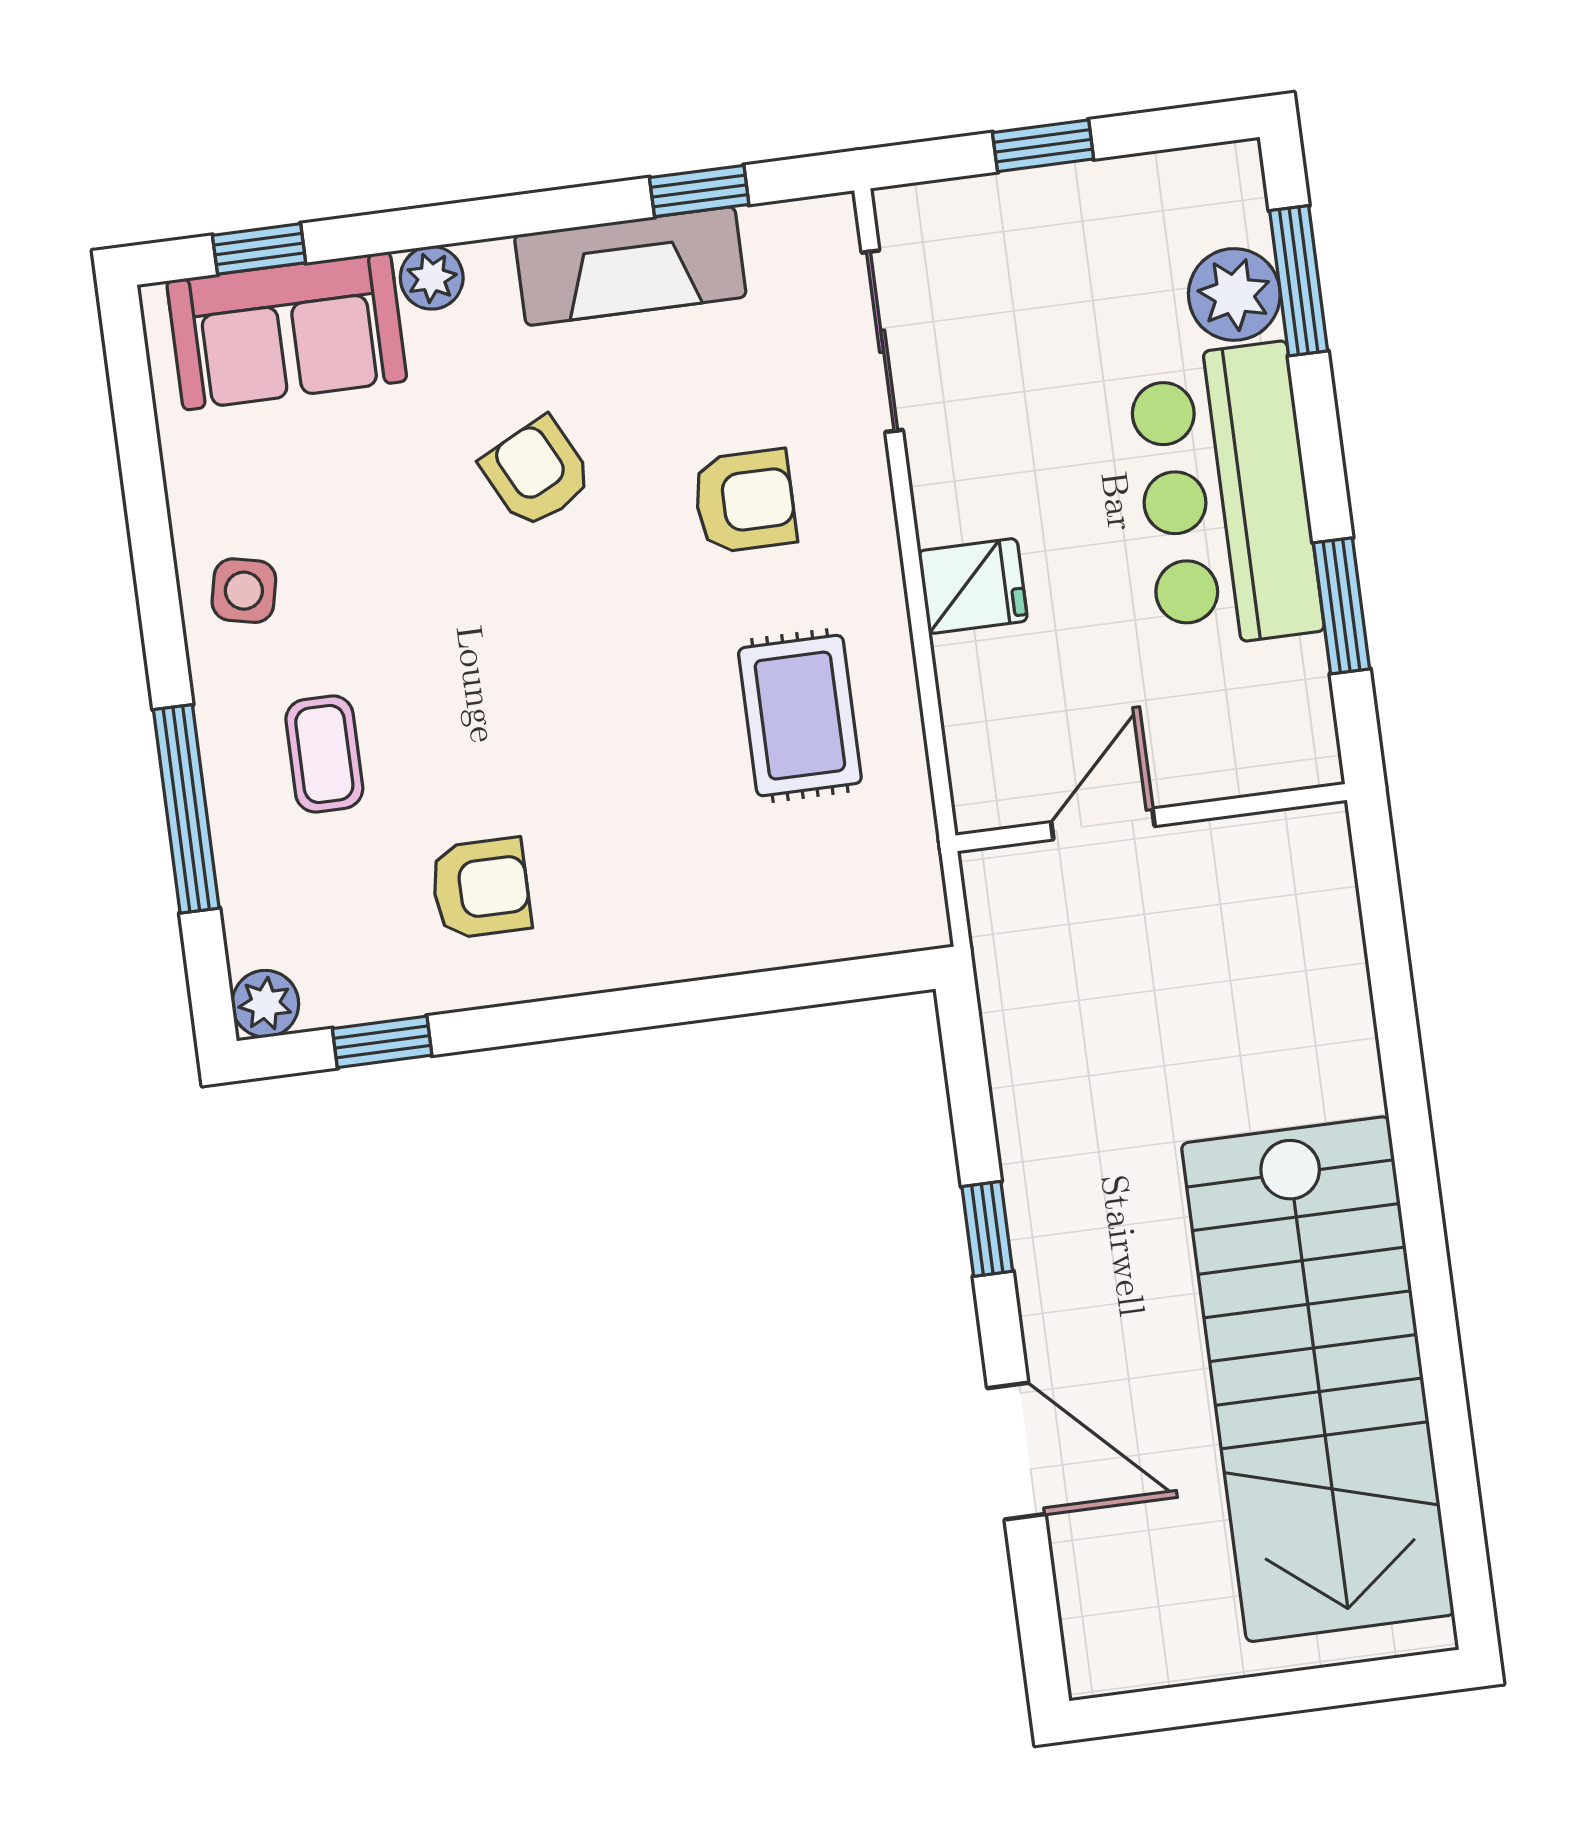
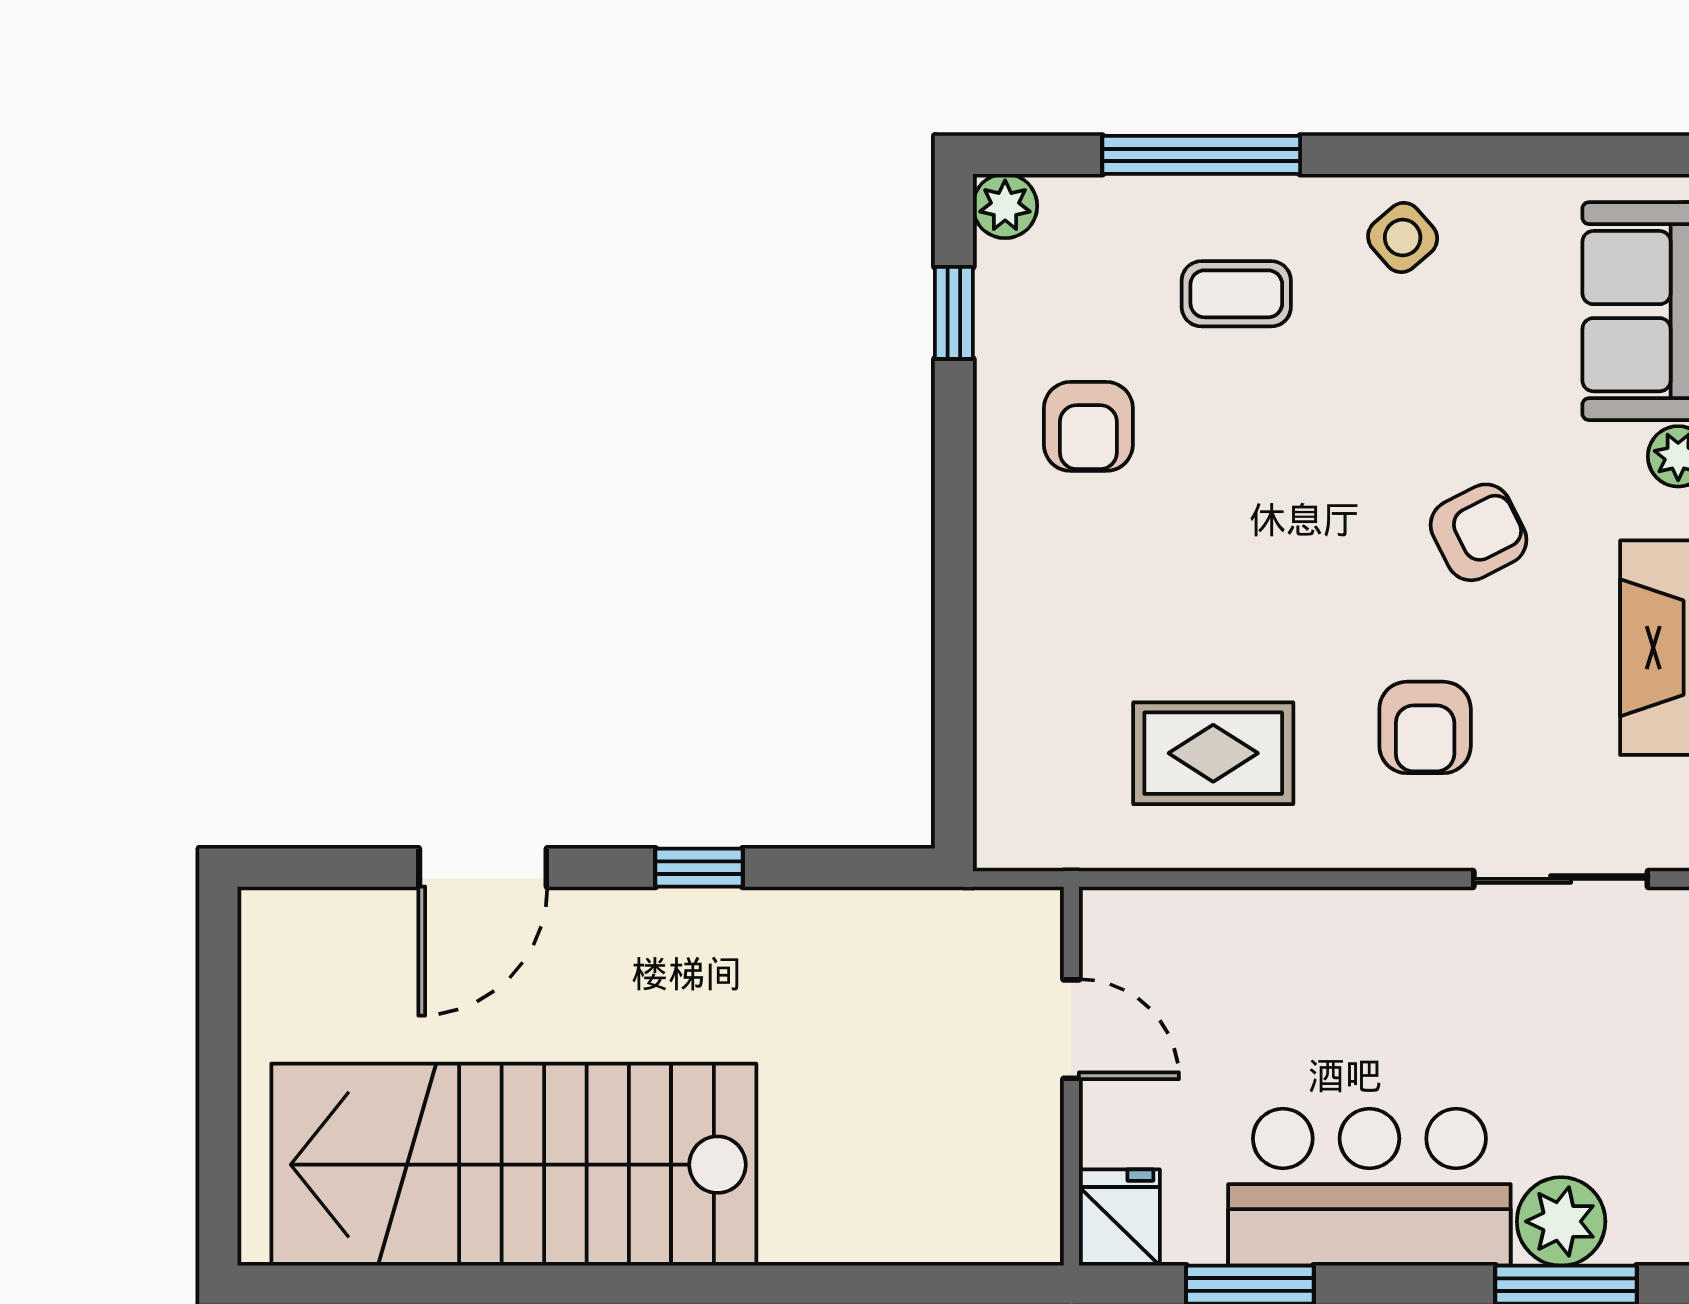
fridge: (973, 586) -> (1119, 1217), moved, turned 180
side table: (244, 591) -> (1403, 237), turned 37

